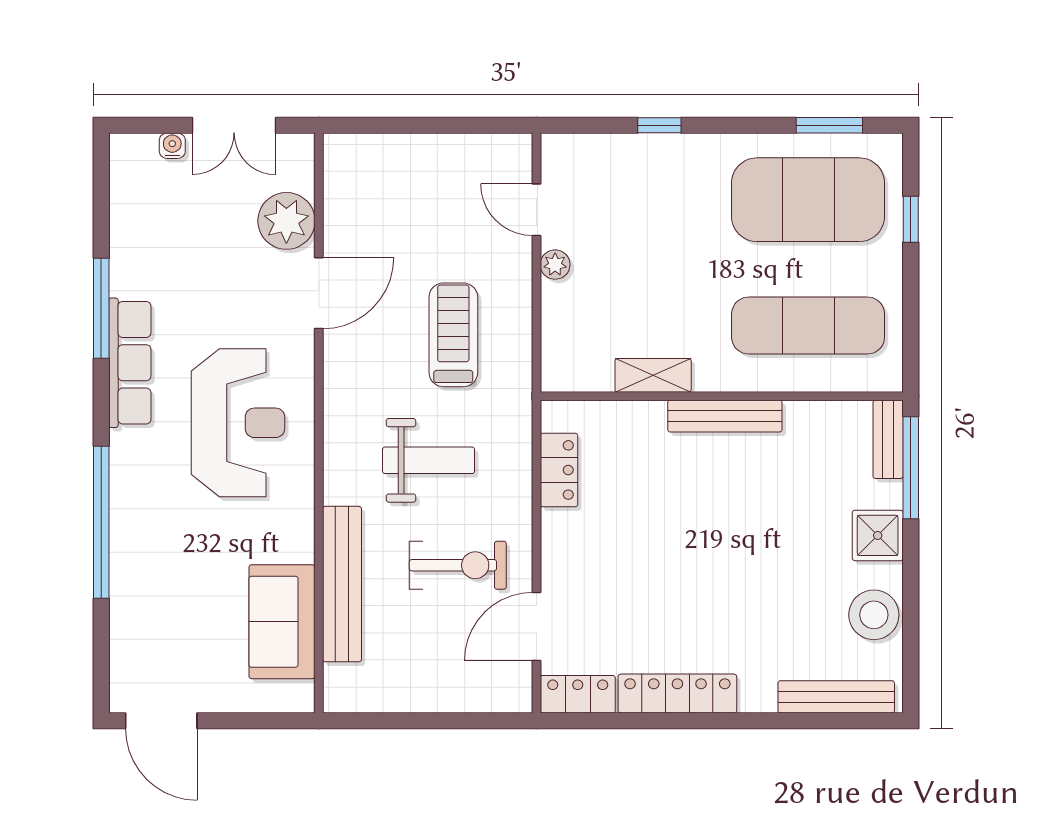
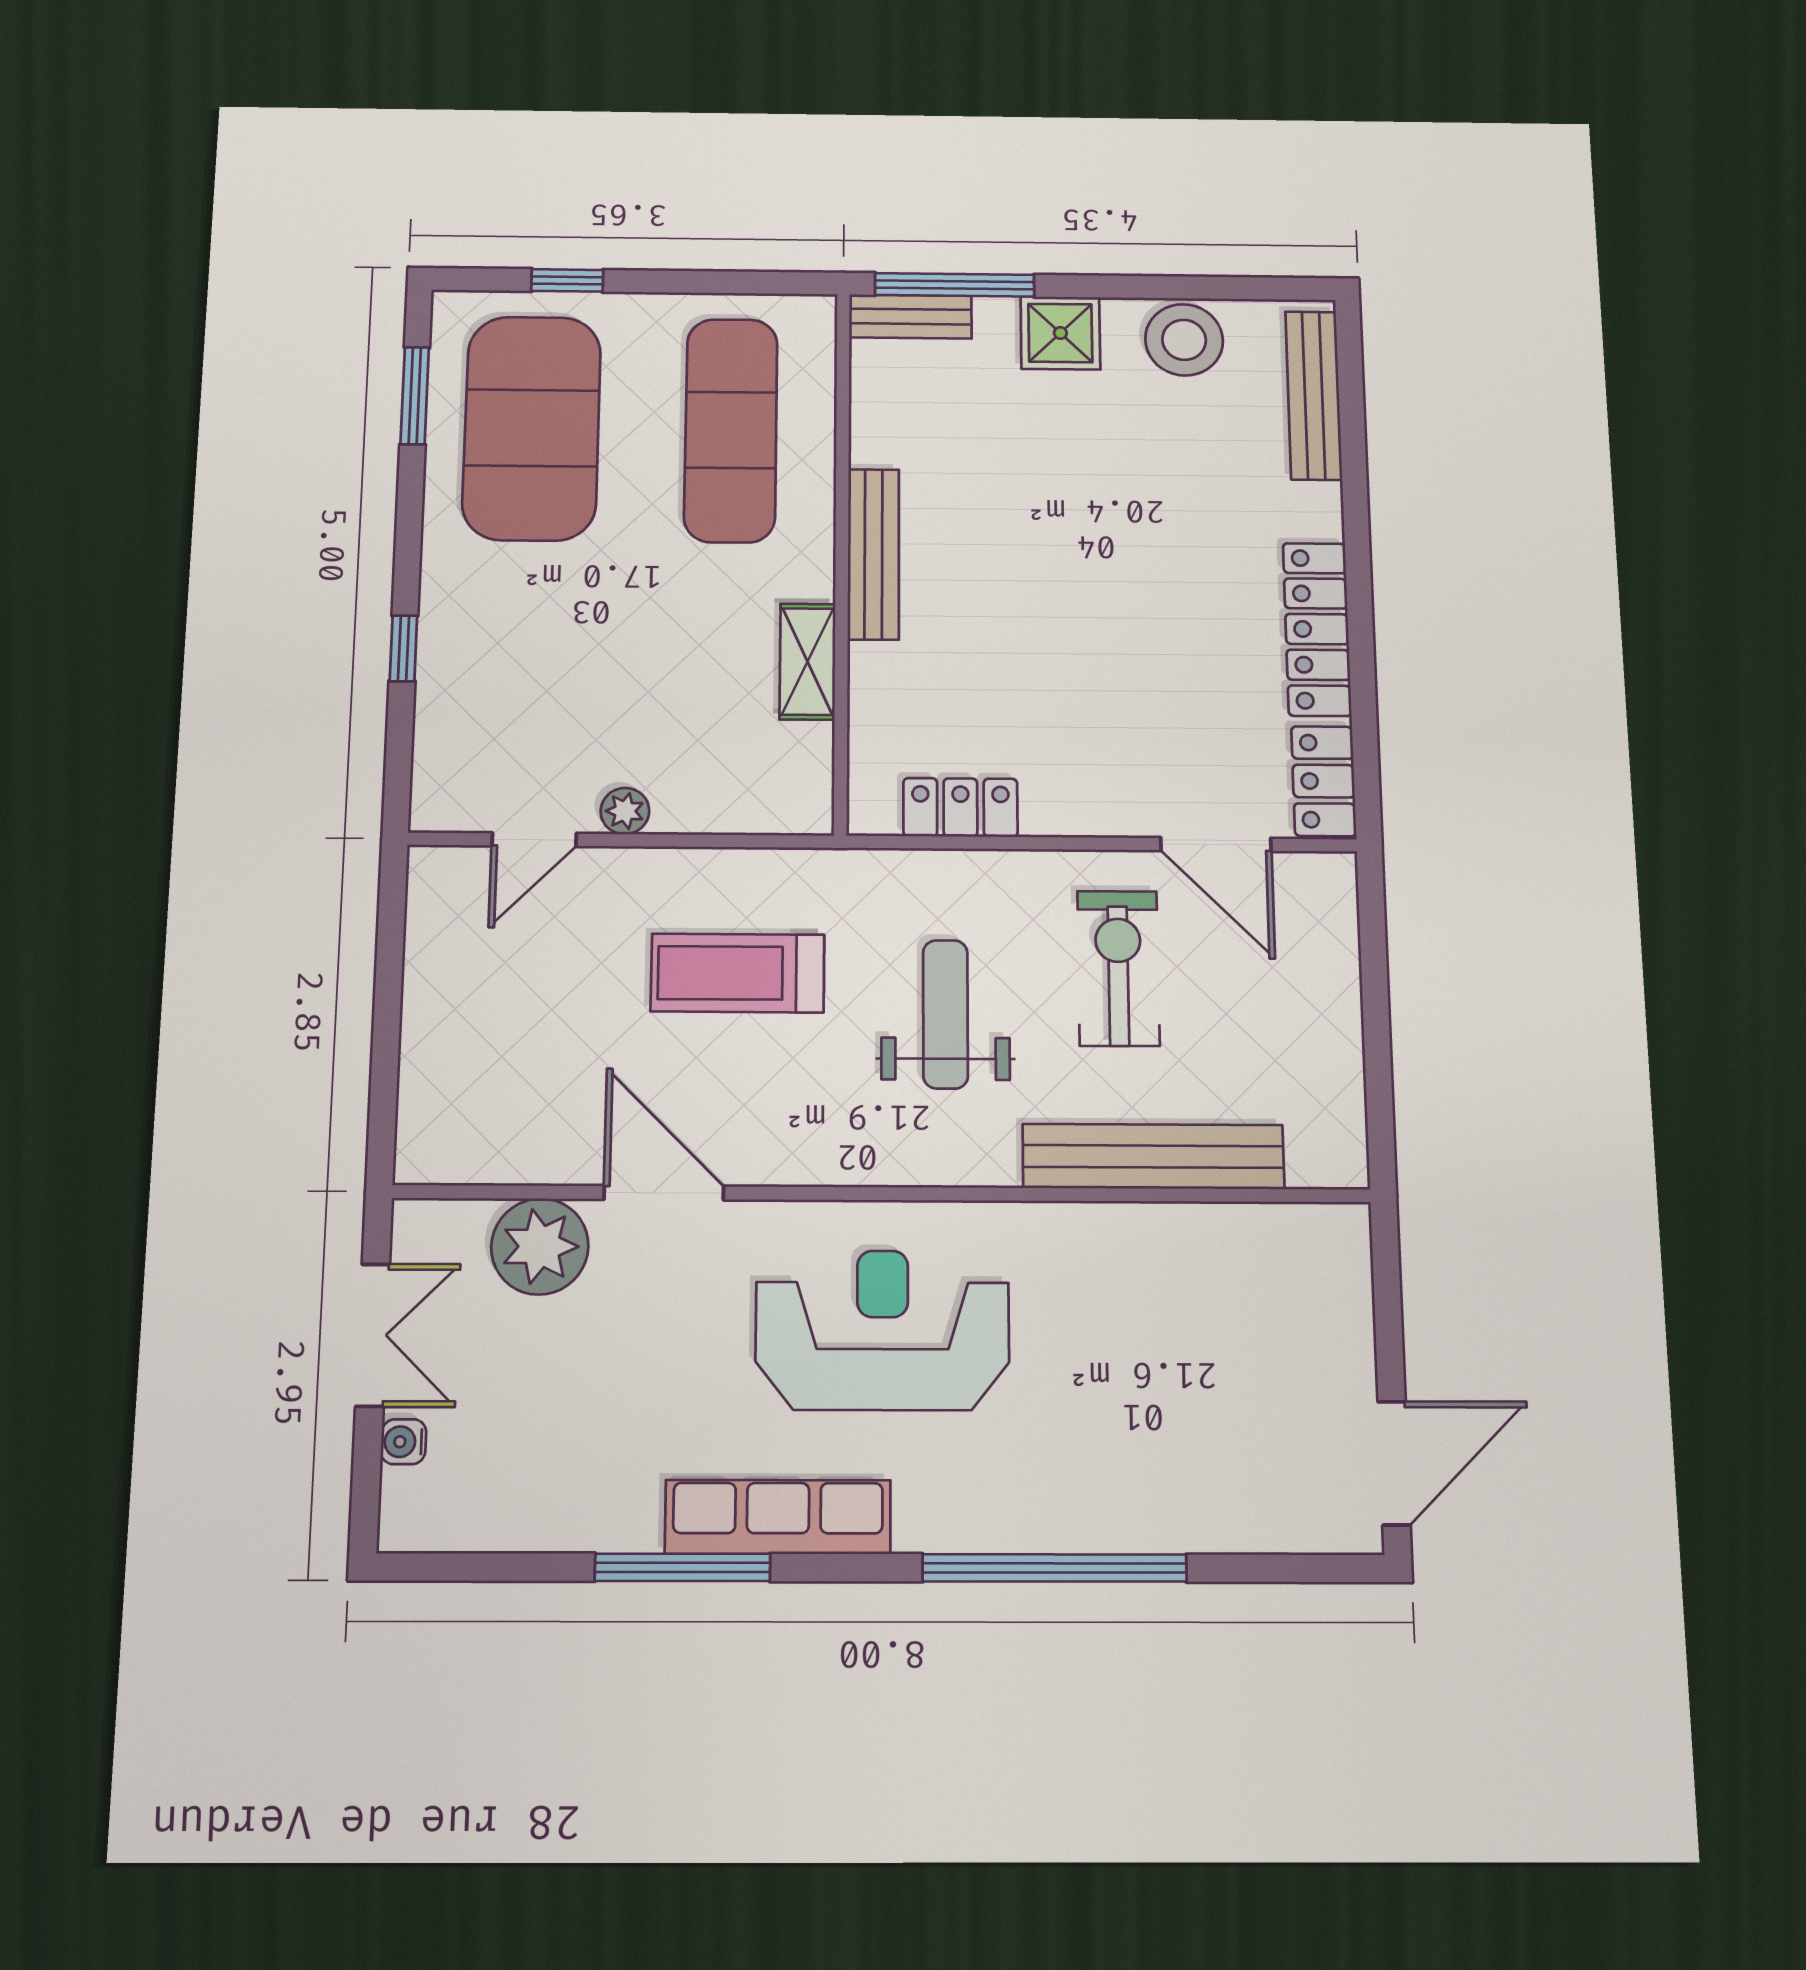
sofa: (282, 622) -> (1219, 1257), removed

